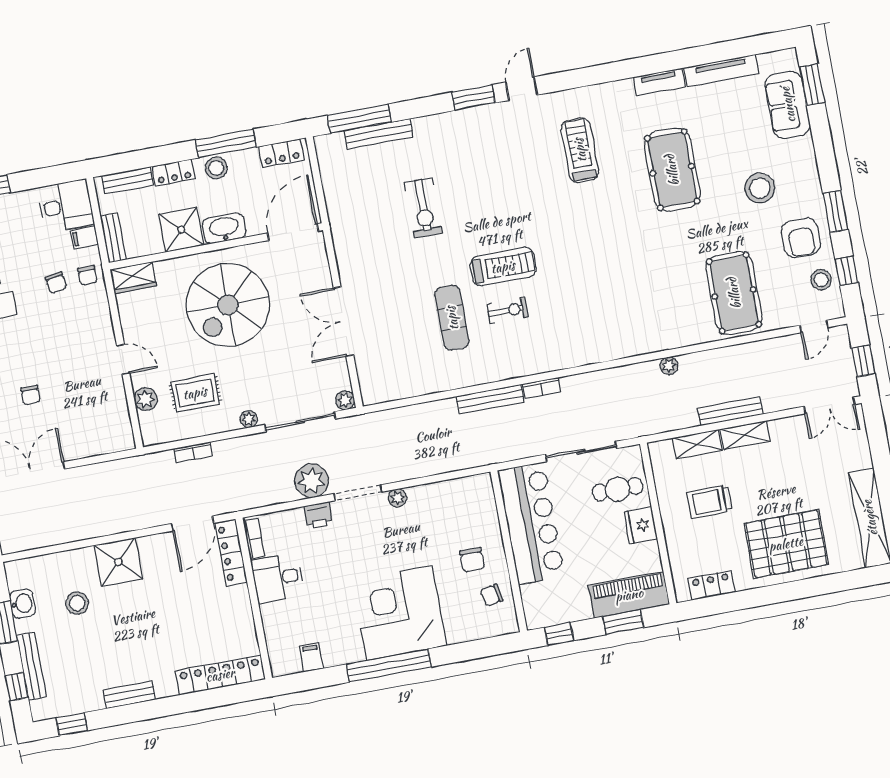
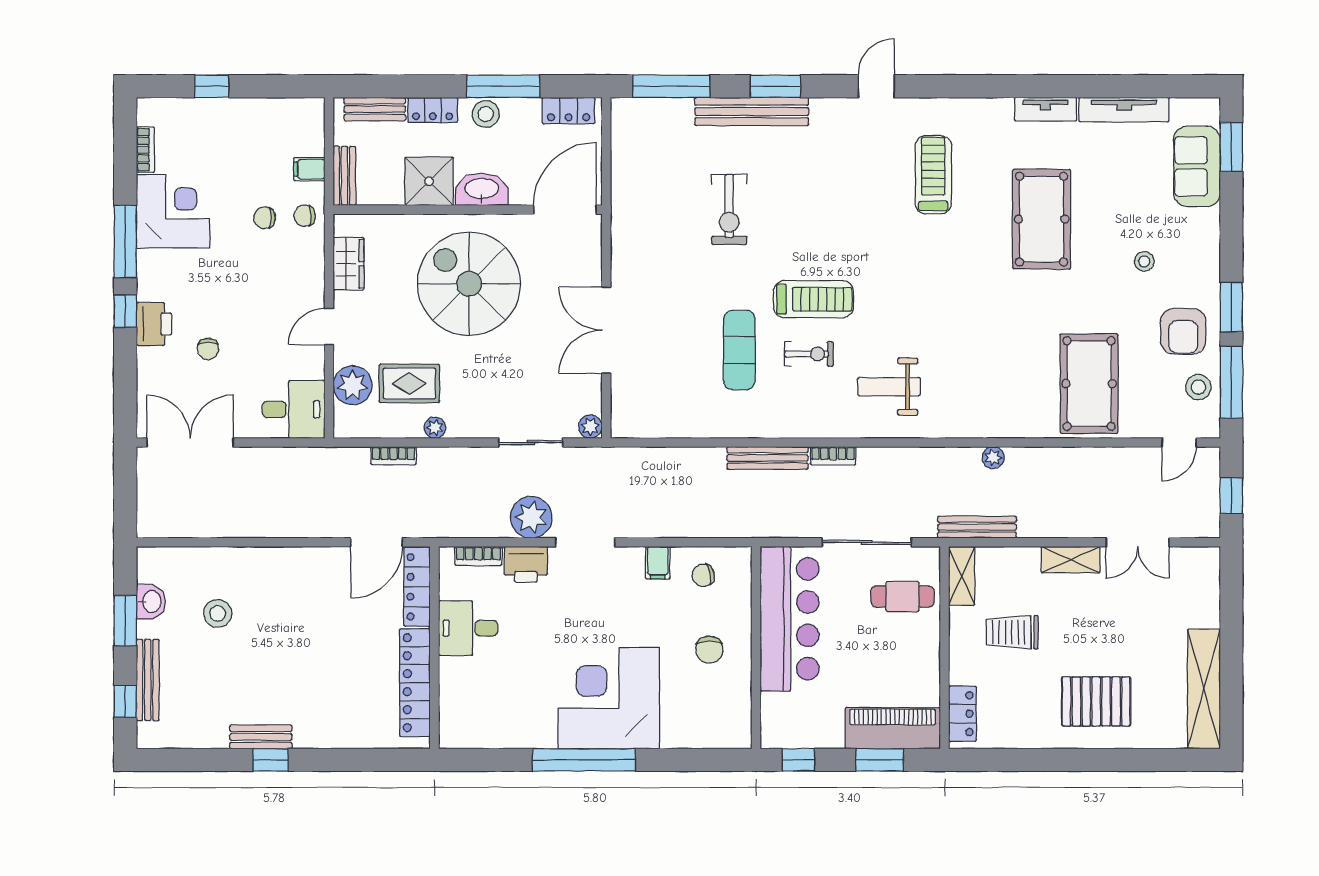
window: (473, 98) -> (775, 86), moved
bench: (379, 134) -> (752, 111), moved, width x1.37, depth x1.21
stool: (760, 188) -> (1144, 261), width x0.53, depth x0.53
desk: (66, 206) -> (294, 409), moved
window: (847, 271) -> (1231, 382), width x2.17
chair: (88, 275) -> (305, 216), turned 90
wardrobe: (133, 278) -> (349, 264), moved, turned -90
chair: (56, 283) -> (265, 218), turned 99
spiral stairs: (228, 305) -> (469, 284), turned 90
weight bench: (576, 325) -> (889, 387), added
door: (123, 359) -> (329, 327), swing flipped
plant: (146, 399) -> (353, 385), width x1.36, depth x1.36
double door: (829, 405) -> (1138, 542), moved
bench: (730, 411) -> (977, 527), moved
plant: (249, 419) -> (435, 428), moved
sliding door: (300, 422) -> (531, 442), width x0.73
shelving: (697, 444) -> (962, 576), moved, turned 90
plant: (397, 498) -> (632, 557), removed
printer: (318, 515) -> (526, 564), width x1.36, depth x1.24
fridge: (641, 525) -> (923, 646), removed
bookcase: (254, 539) -> (478, 556), moved, turned 90
pallet: (786, 544) -> (1096, 701), width x0.73, depth x0.71
shower: (118, 562) -> (277, 572), removed
locker: (711, 585) -> (962, 714), moved, turned 90
chair: (492, 595) -> (703, 575), moved
filing cabinet: (312, 657) -> (658, 563), moved, turned 180
locker: (220, 675) -> (415, 683), moved, turned -90
window: (72, 724) -> (271, 760), moved

